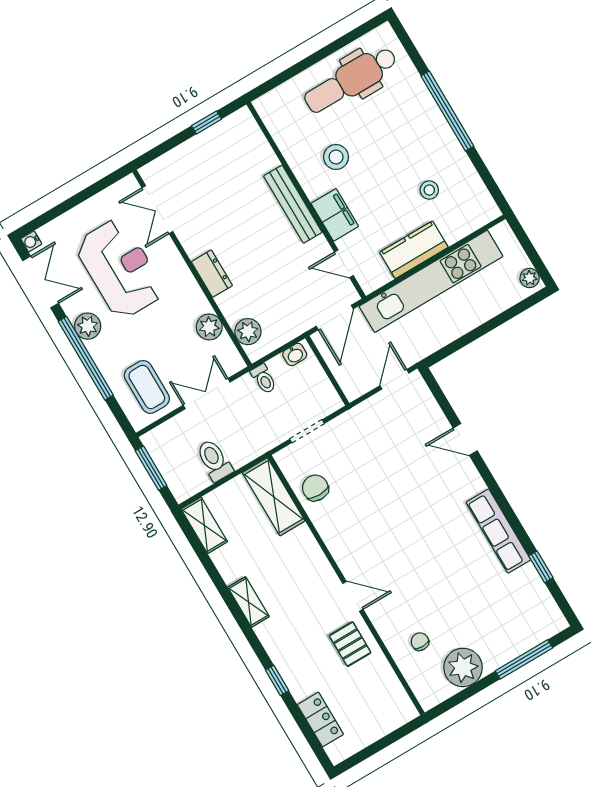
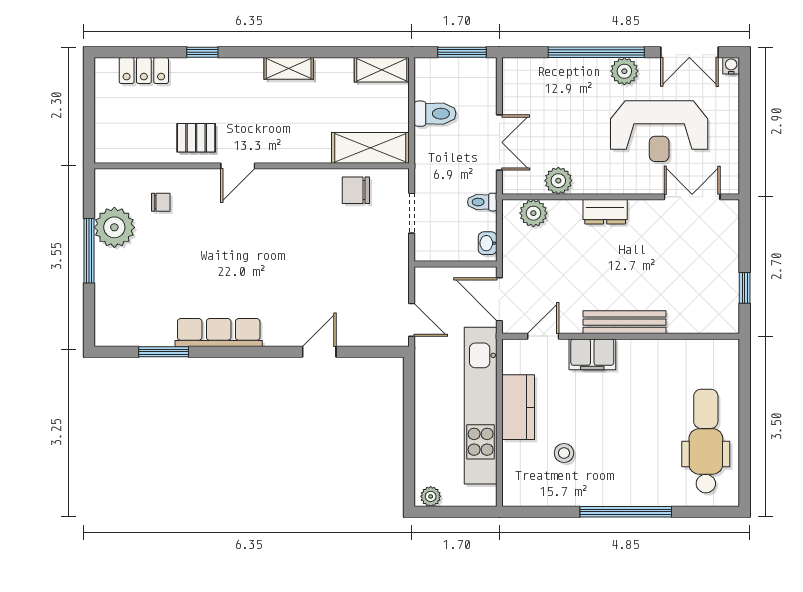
stool: (336, 157) -> (644, 386), removed
coffee table: (147, 387) -> (538, 92), removed
chair: (315, 488) -> (356, 190), turned 180
window: (541, 567) -> (164, 352), width x1.50
window: (524, 659) -> (89, 251), moved

